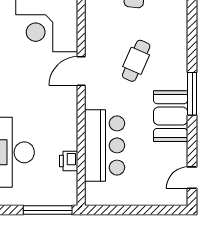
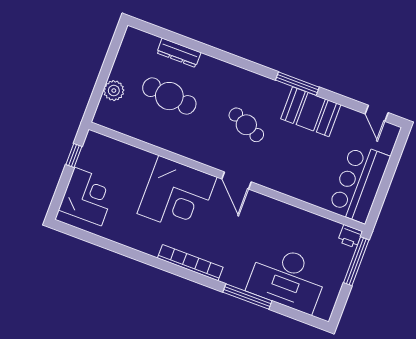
bar counter: (105, 145) -> (359, 183), moved, turned -90
printer: (69, 161) -> (350, 236), moved

